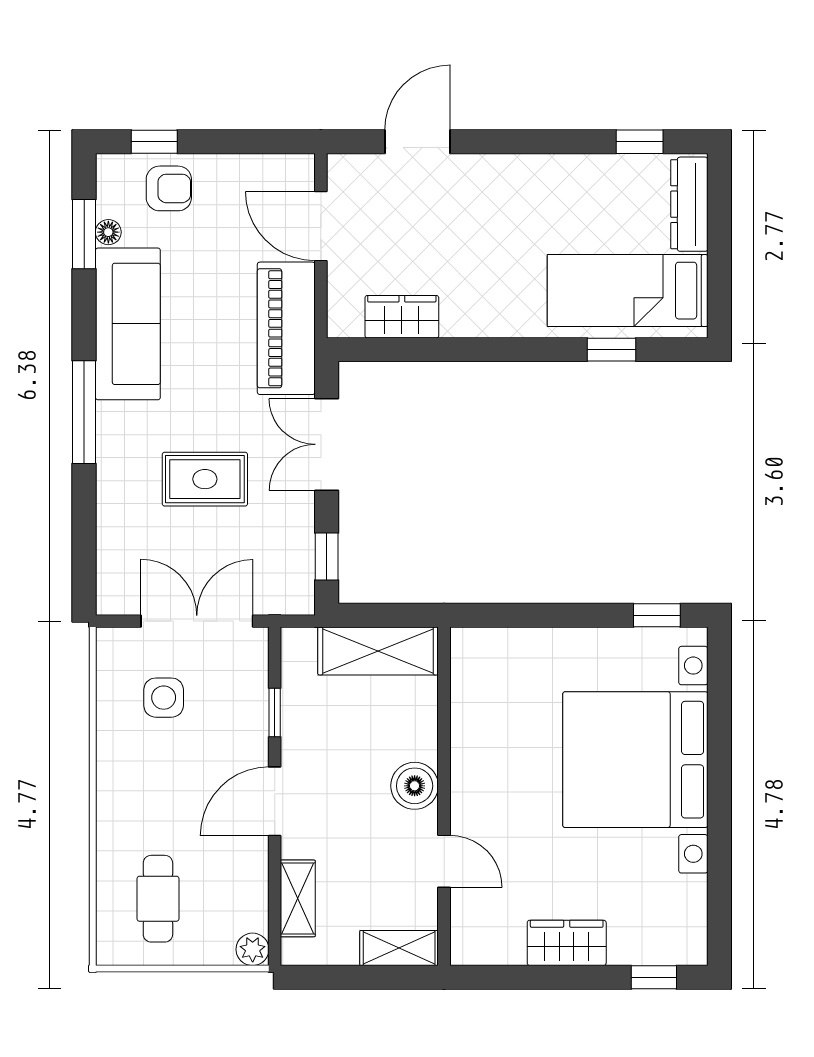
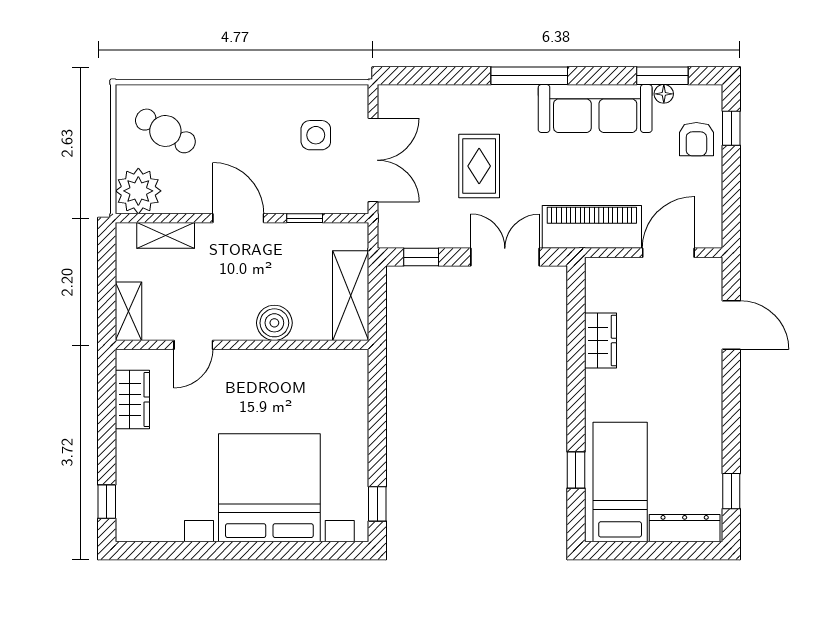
wardrobe: (402, 317) -> (601, 341), moved
boiler: (415, 786) -> (274, 323), moved
cafe table: (158, 899) -> (165, 131), turned 30
wardrobe: (567, 943) -> (132, 399), moved
plant: (253, 949) -> (138, 191), width x1.87, depth x1.87

